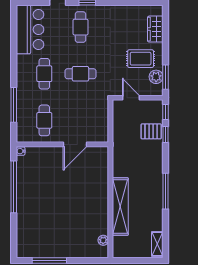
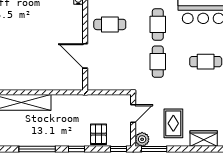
cafe table: (44, 74) -> (158, 24), turned 90
plant: (156, 77) -> (142, 139), moved
window: (165, 135) -> (76, 149), moved

